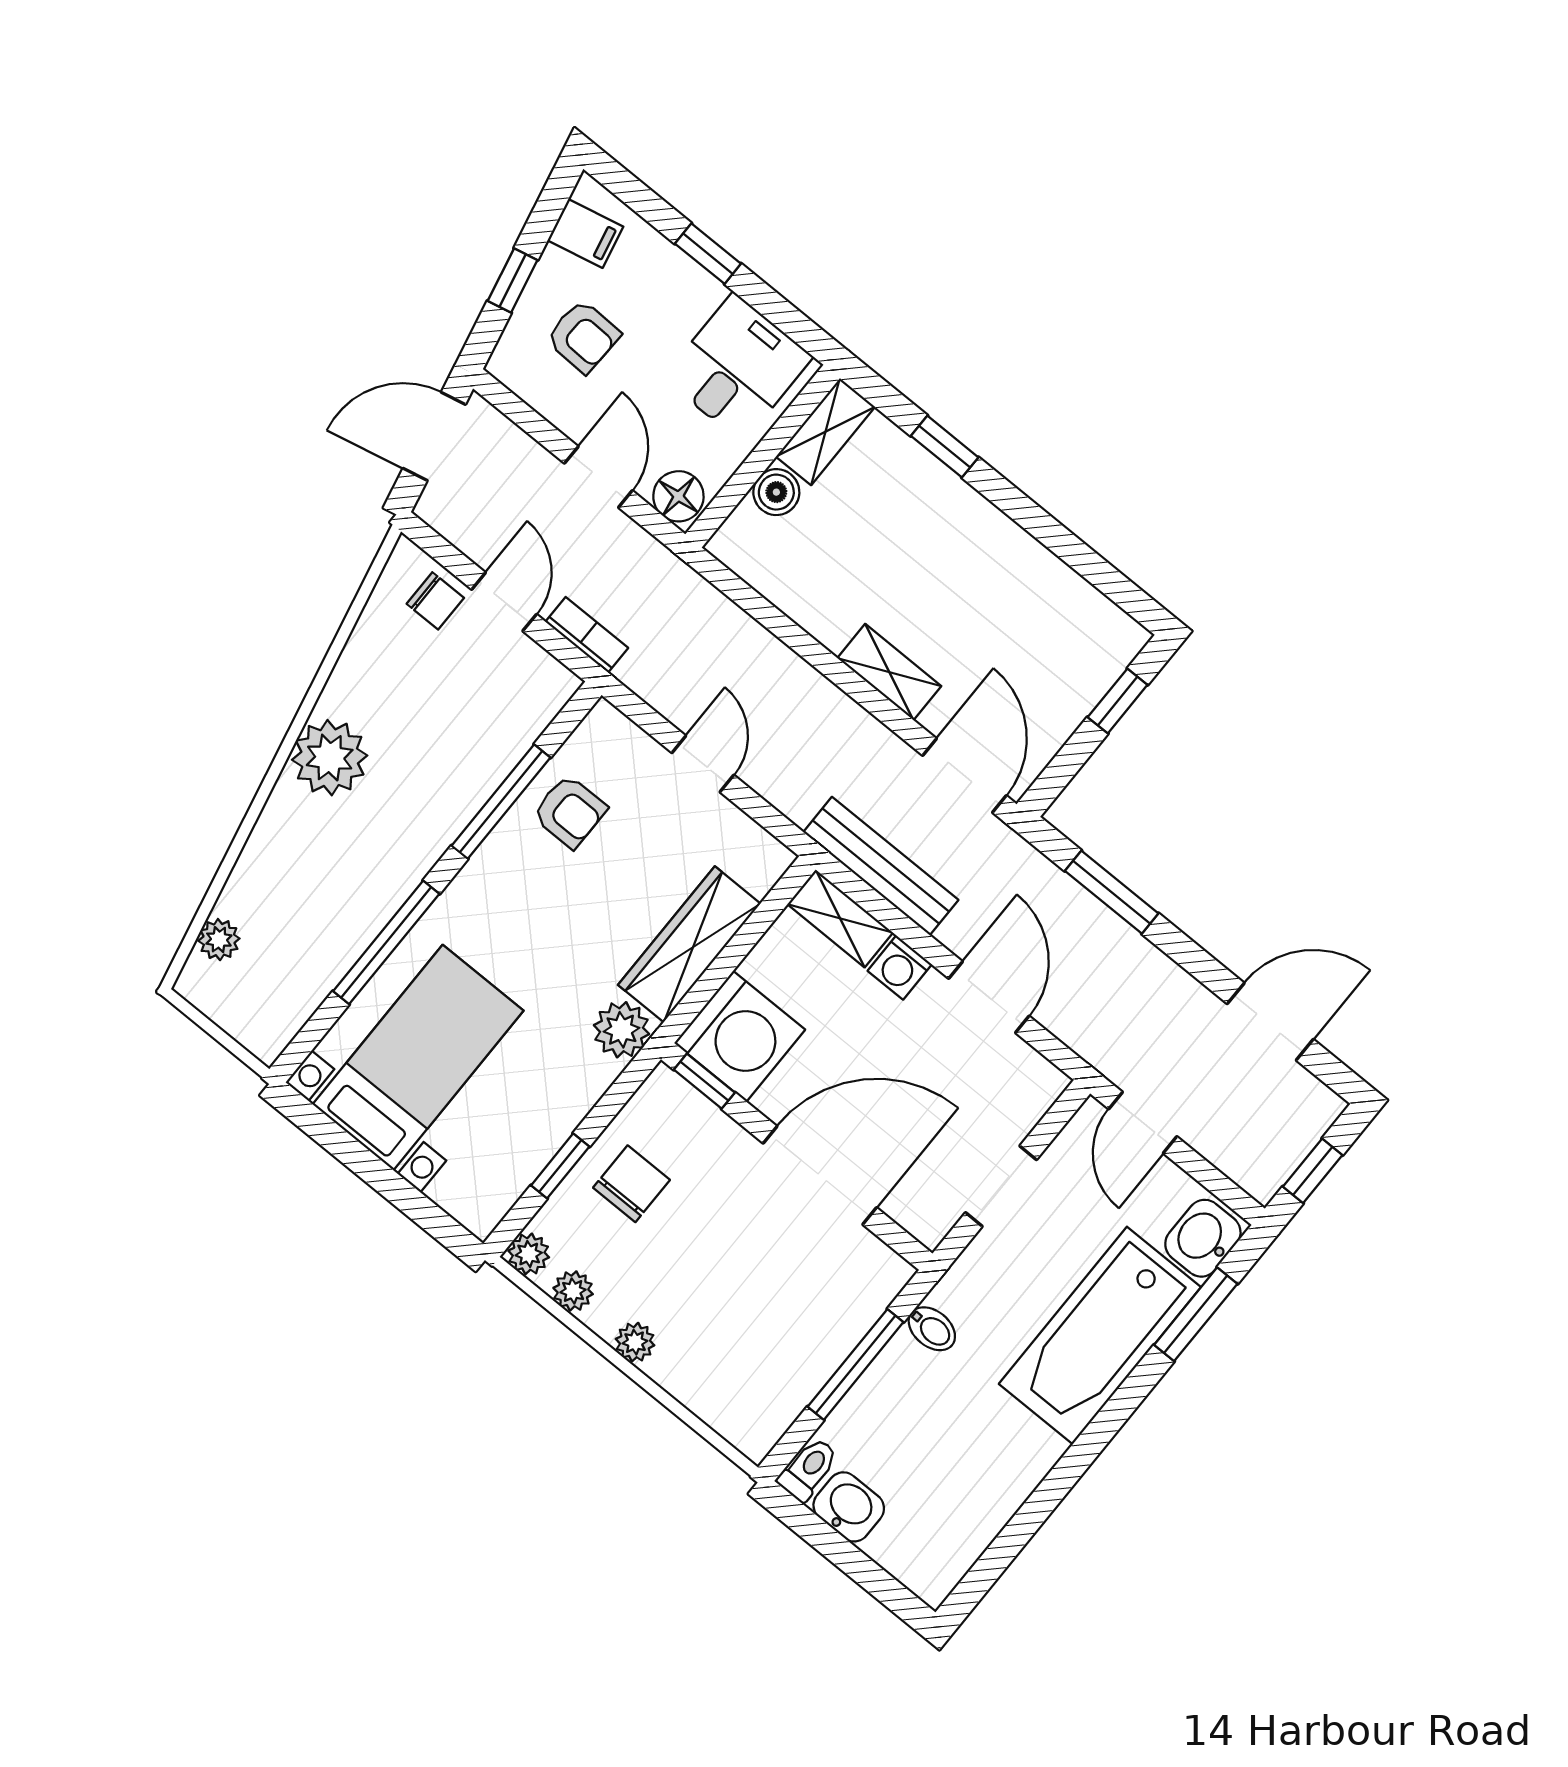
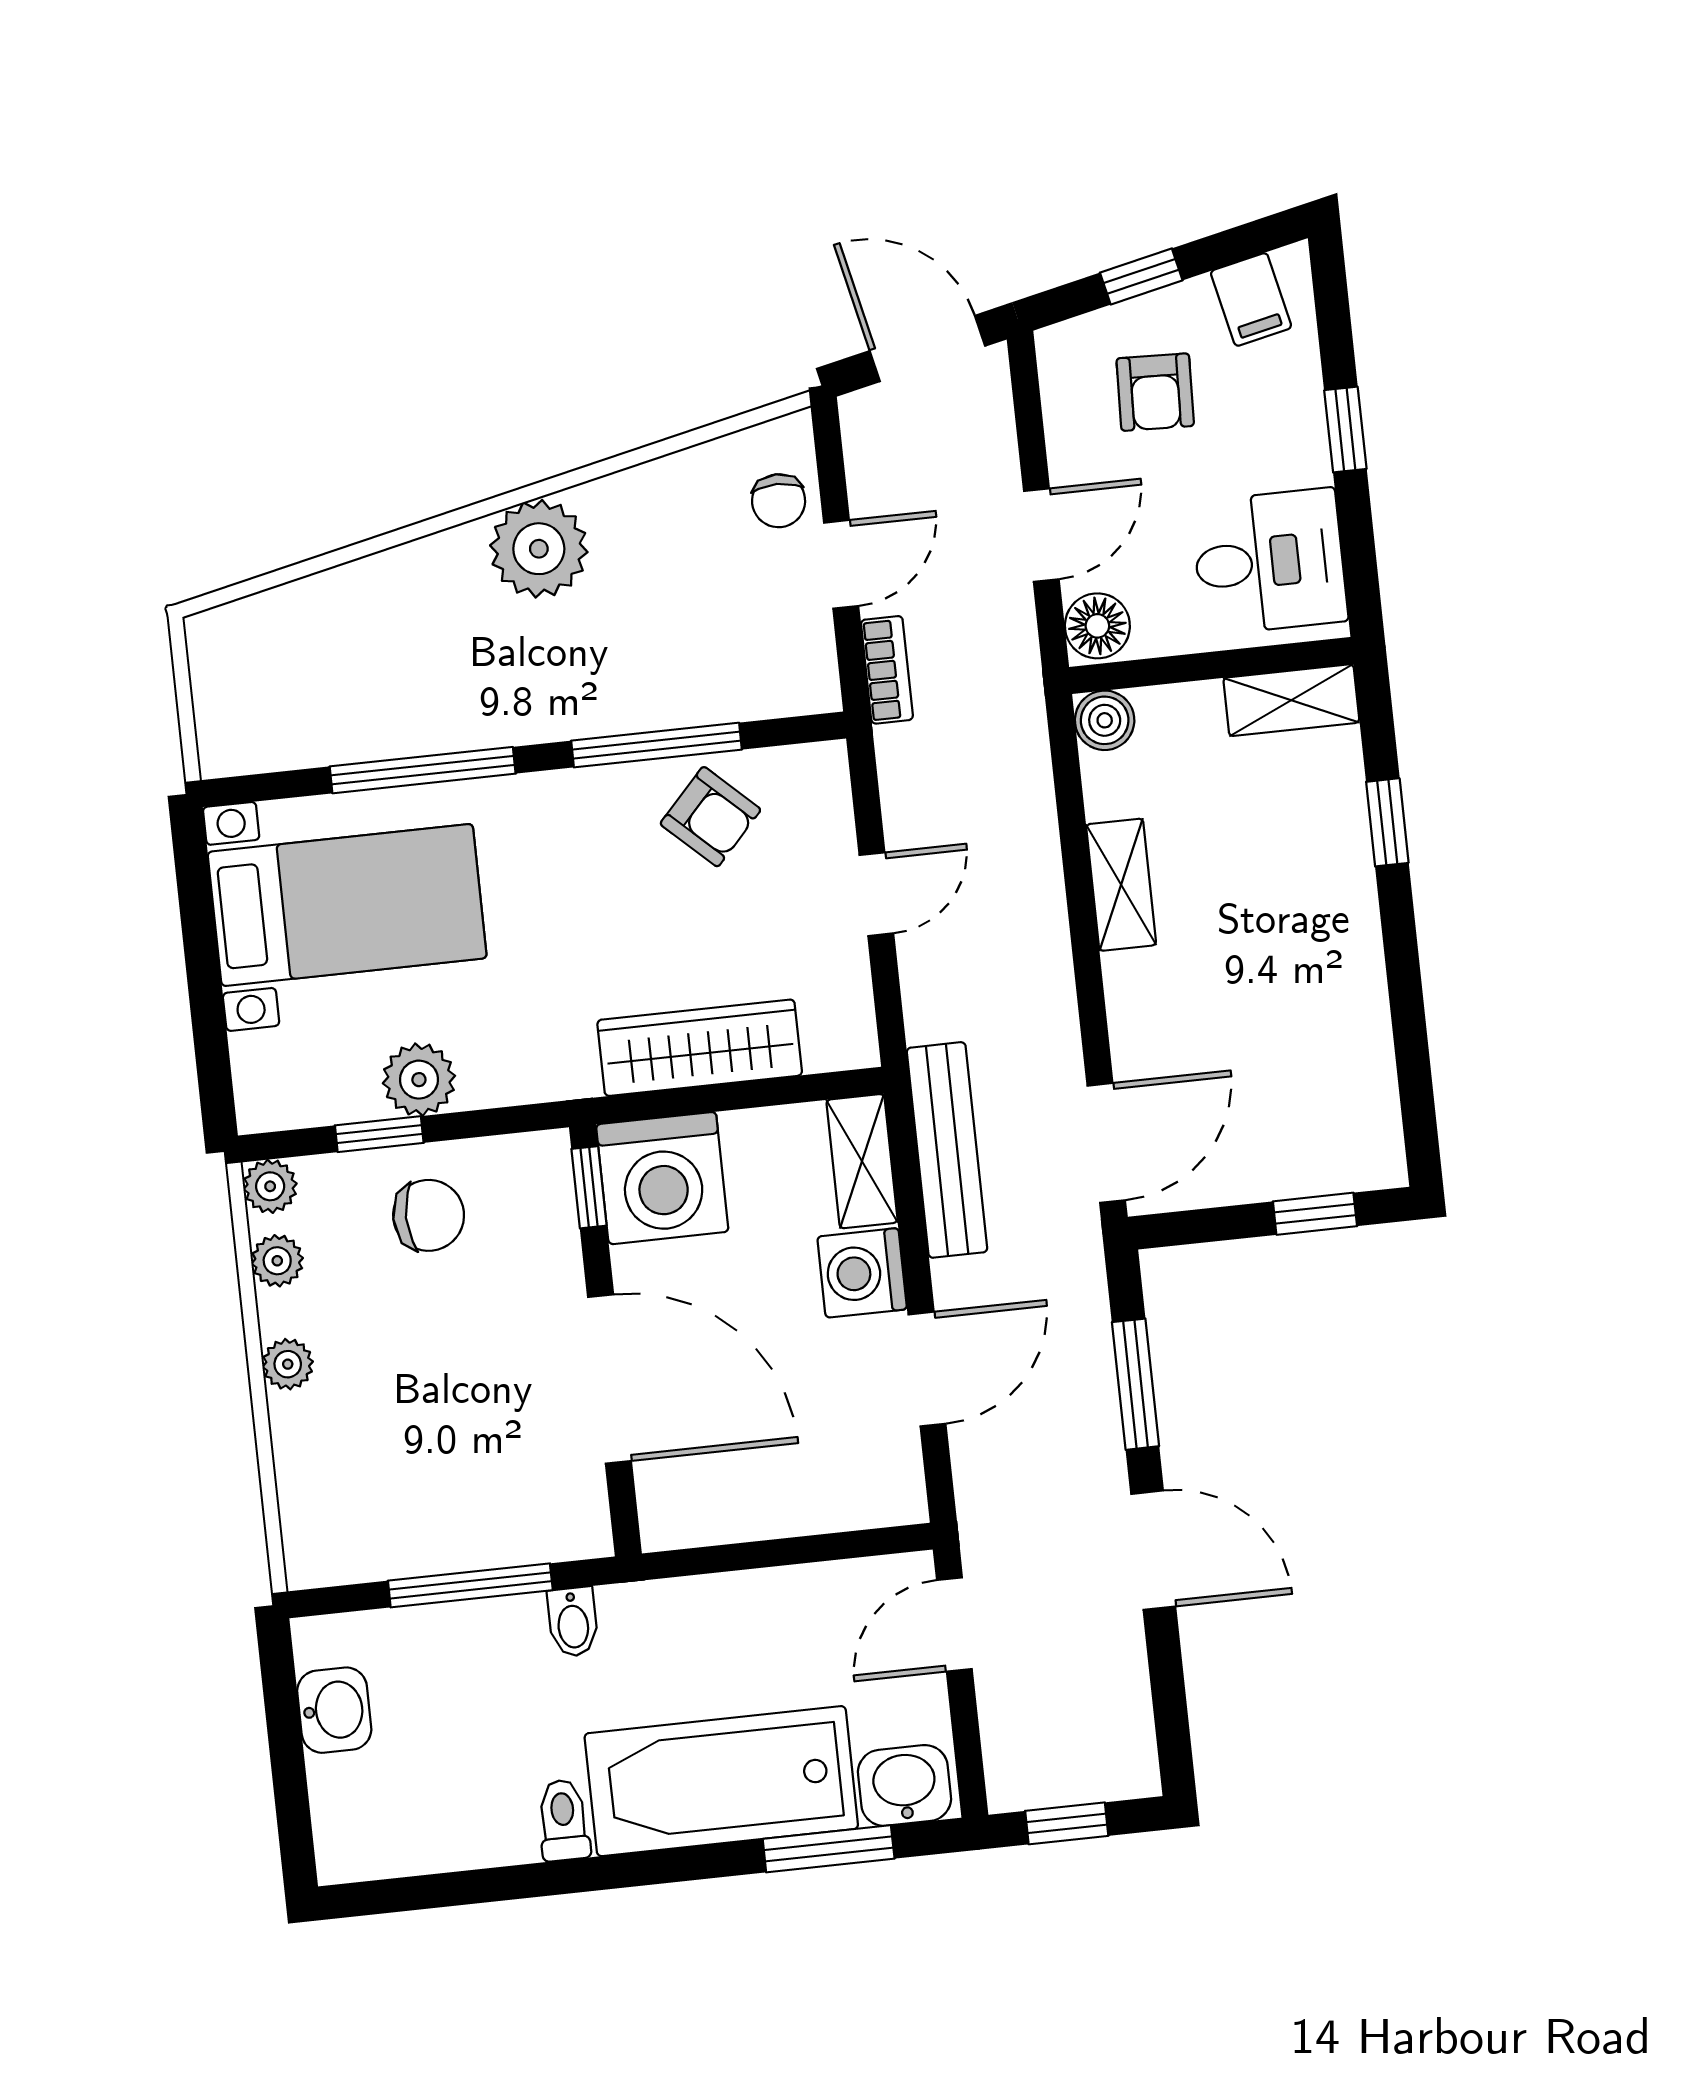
boiler: (776, 492) -> (1105, 720), moved
shelving: (889, 672) -> (1121, 885), moved
armchair: (570, 811) -> (710, 817), turned -47
plant: (219, 940) -> (271, 615), removed
washing machine: (900, 968) -> (862, 1273), width x1.38, depth x1.38
door: (1270, 1022) -> (1153, 1550), moved
plant: (622, 1030) -> (419, 1080), moved
doorway: (1001, 1186) -> (766, 1554), removed
toilet: (808, 1469) -> (563, 1820), moved, turned -90

